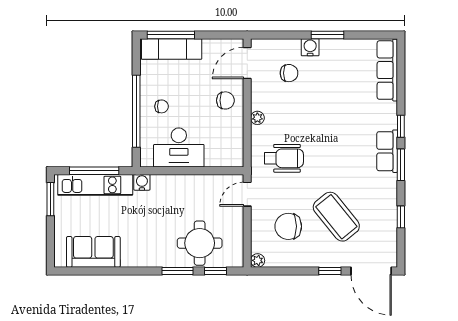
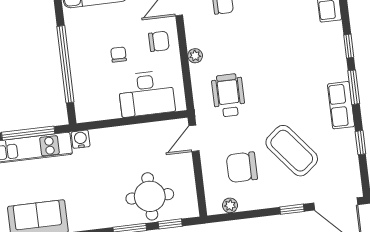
chair: (162, 106) -> (119, 54), moved, turned -90
desk: (179, 148) -> (146, 94), moved
row of seats: (387, 151) -> (341, 105), moved
wheelchair: (284, 158) -> (228, 95), turned -90
plant: (258, 260) -> (230, 205), moved

